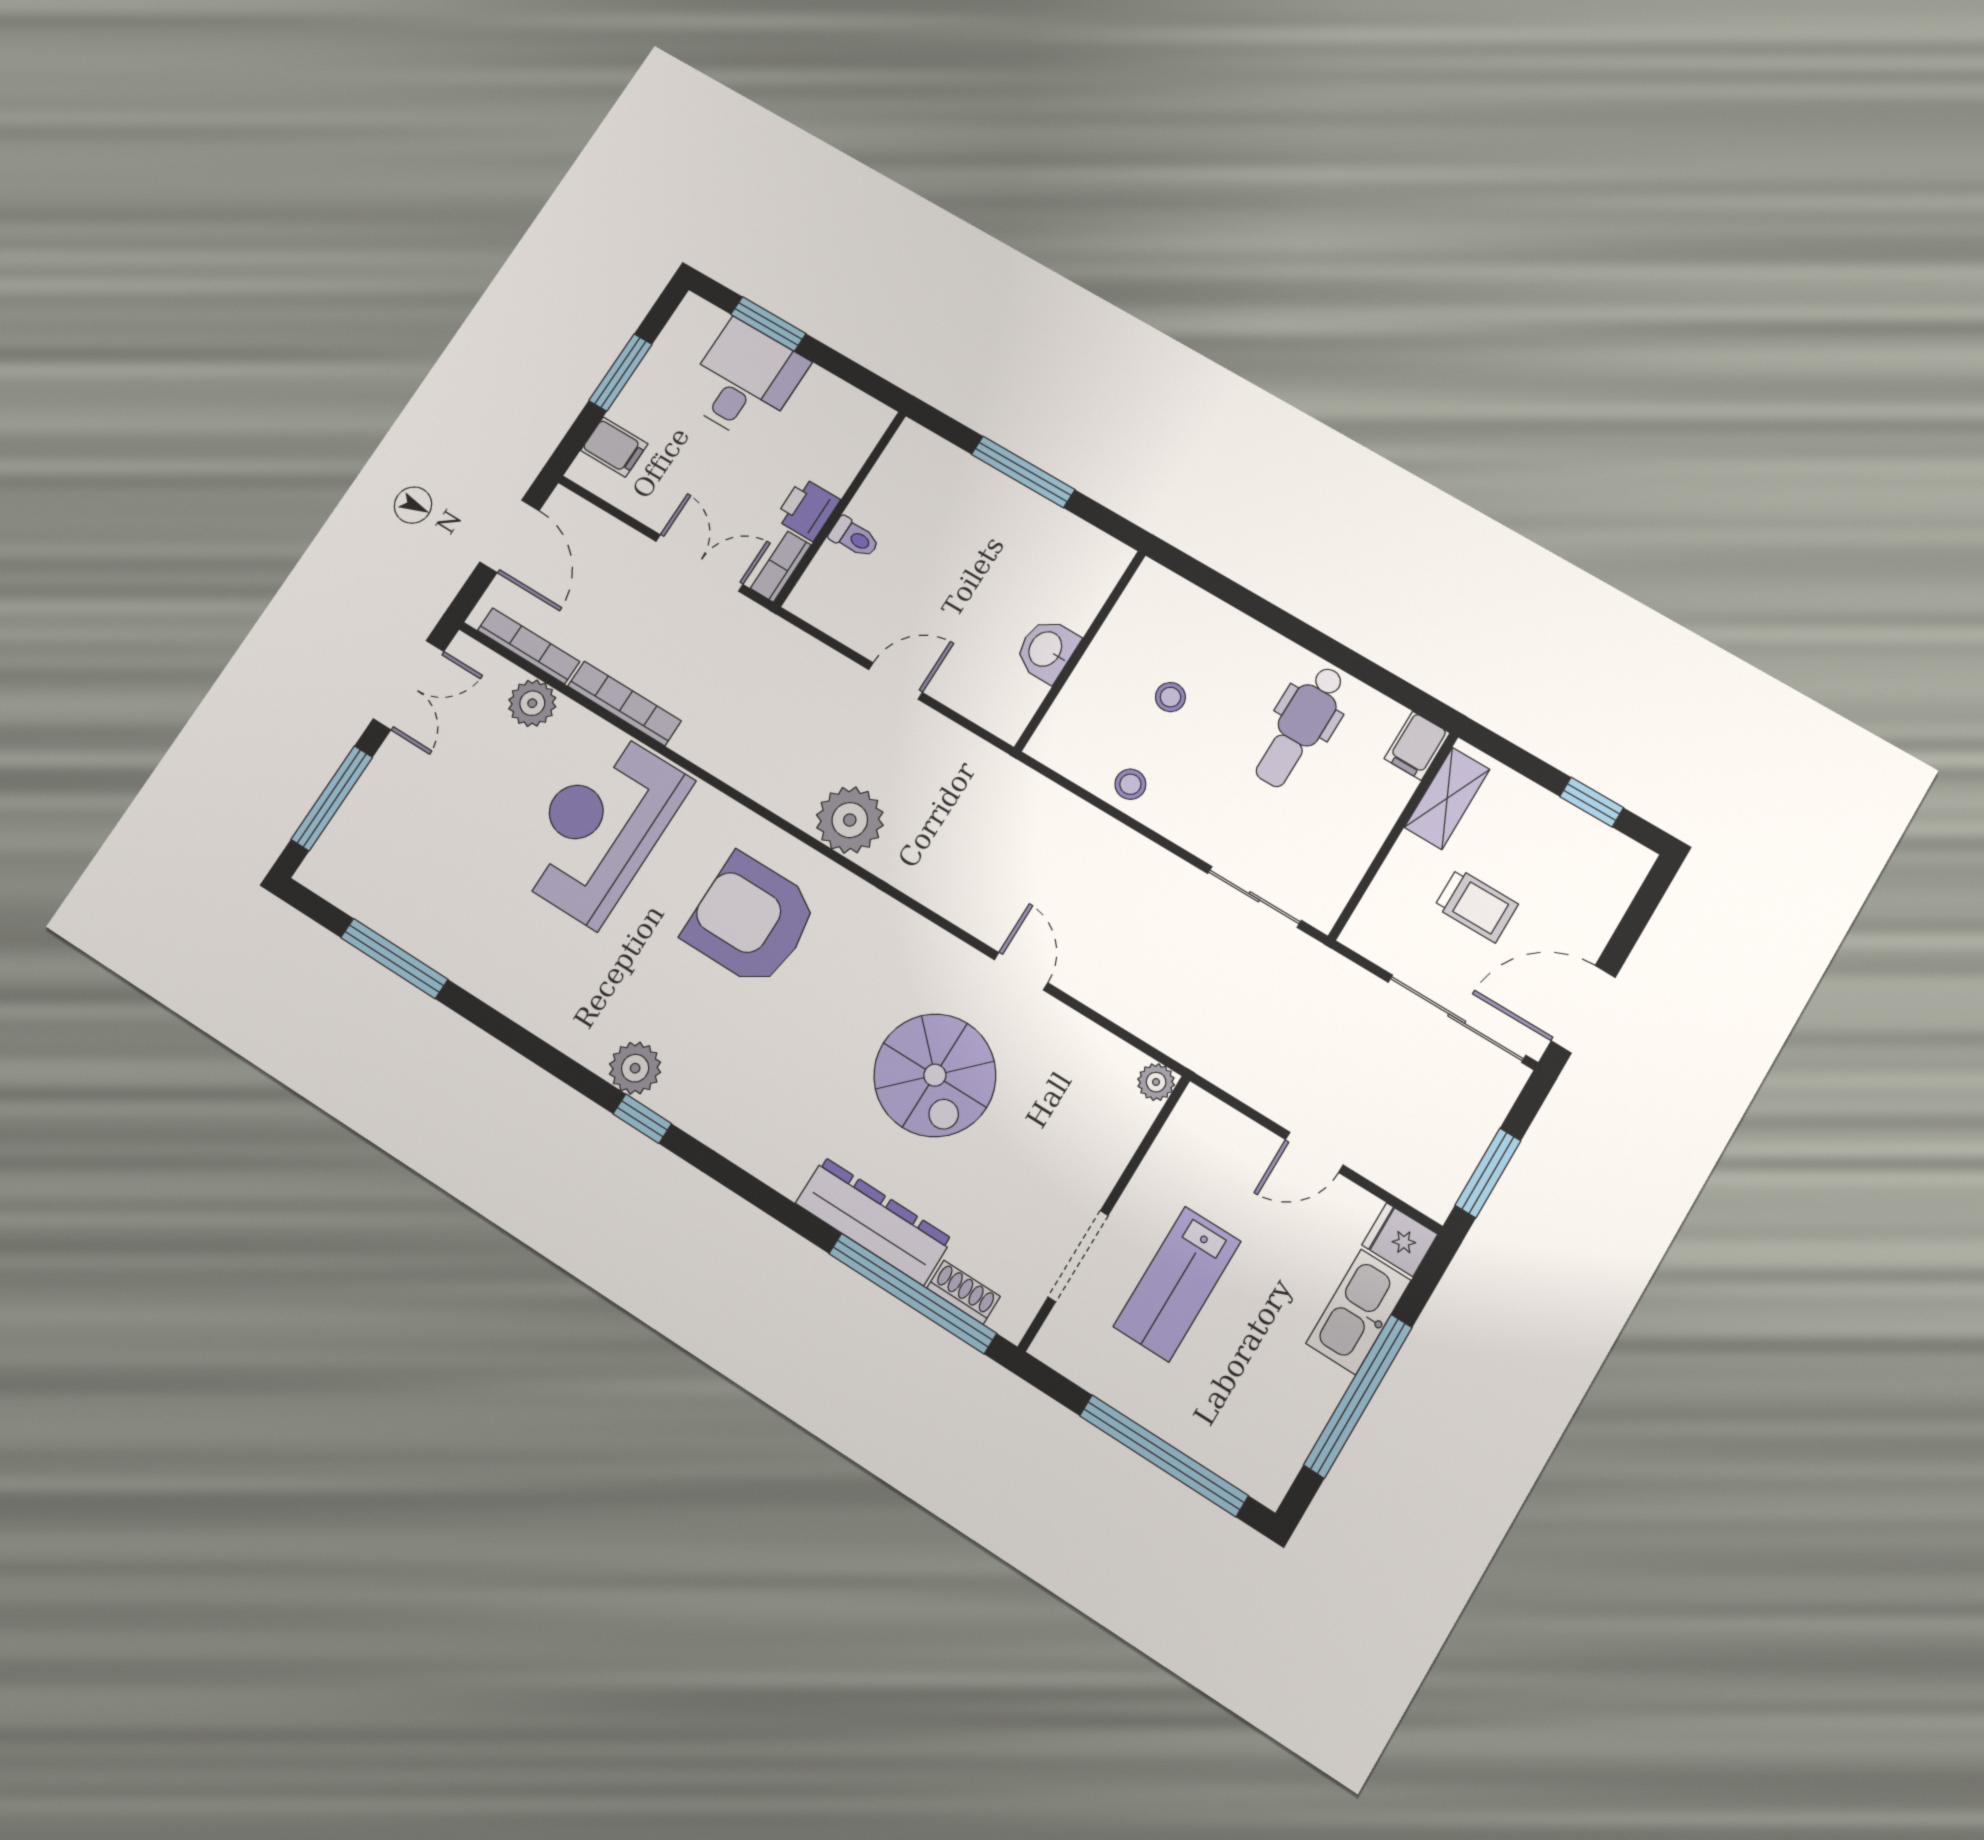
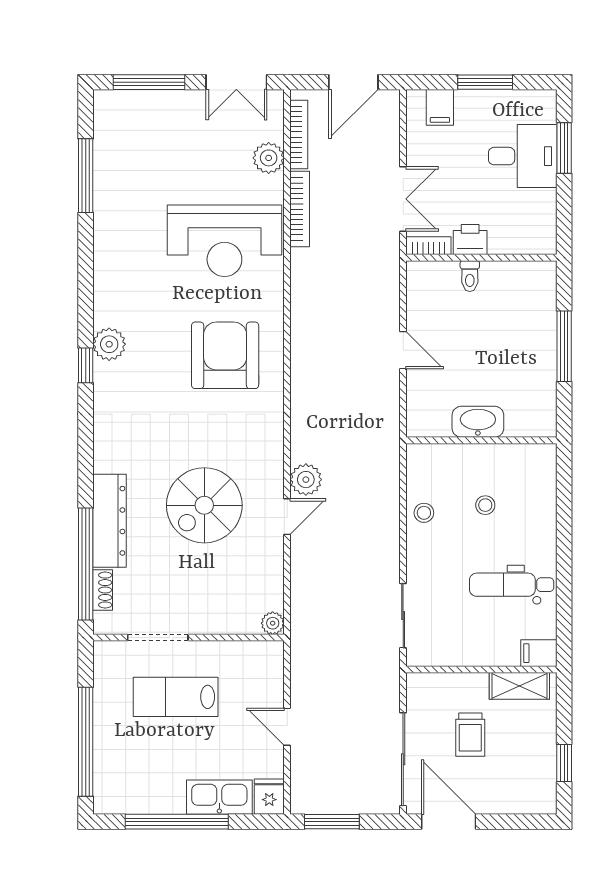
washbasin: (1047, 650) -> (478, 422), width x1.38
plant: (850, 820) -> (306, 480), moved, width x0.73, depth x0.73
reception desk: (600, 827) -> (224, 241), turned 180

